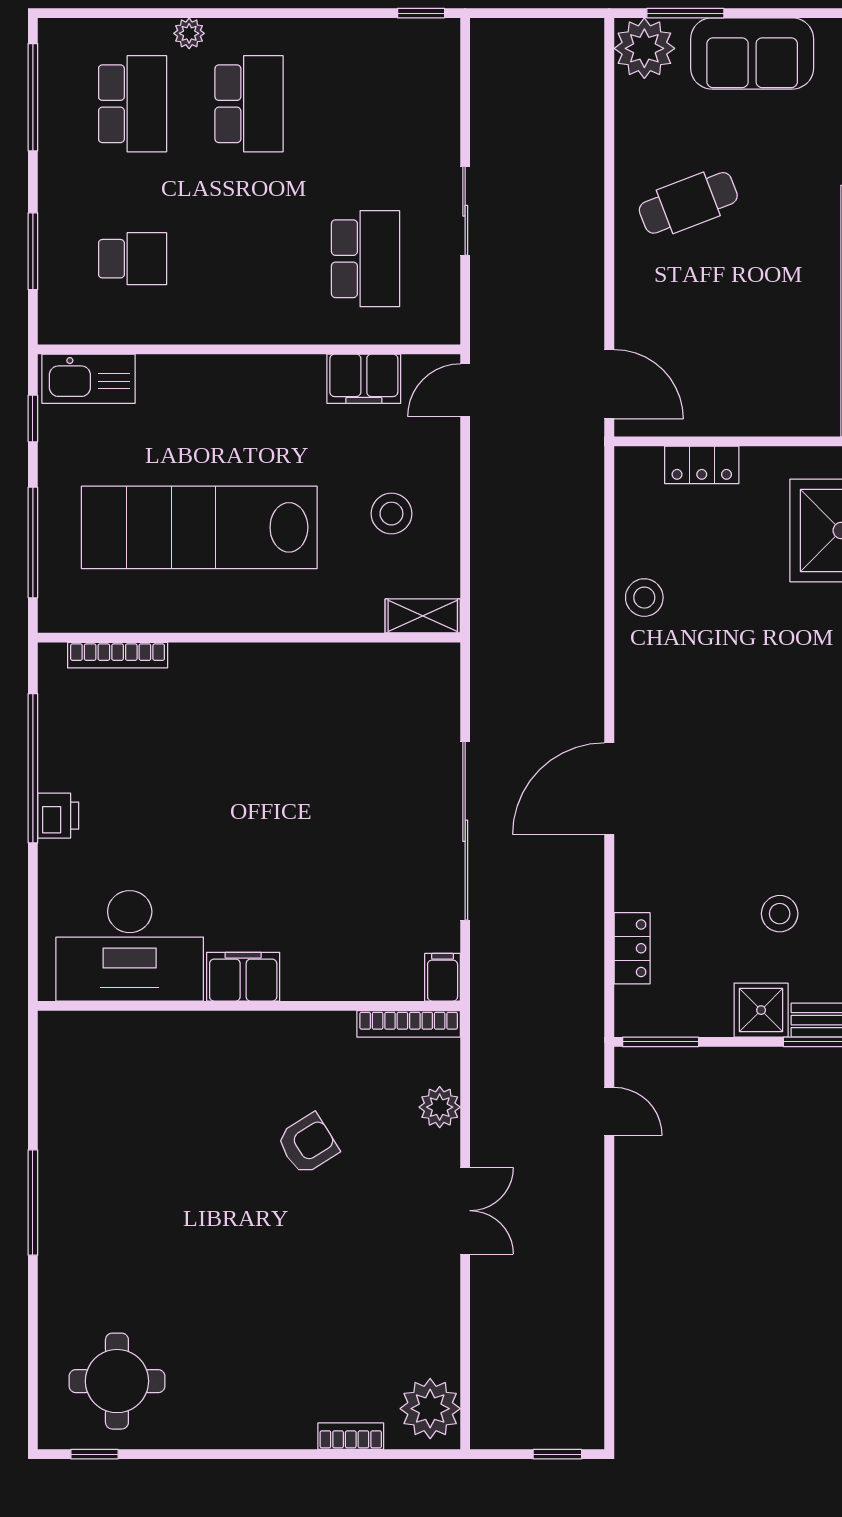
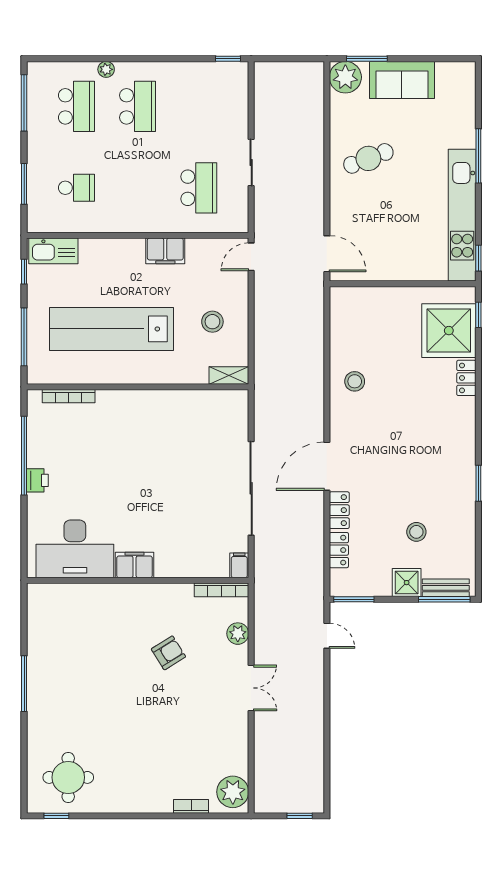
filing cabinet: (364, 379) -> (165, 251), moved
locker: (702, 465) -> (339, 510), moved, turned -90
stool: (644, 598) -> (355, 381), moved

